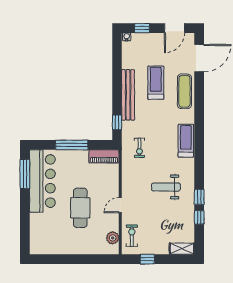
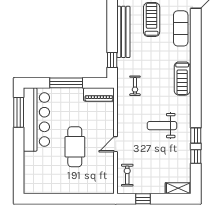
treadmill: (186, 141) -> (182, 79), turned 180
plant: (113, 238) -> (108, 177), removed

